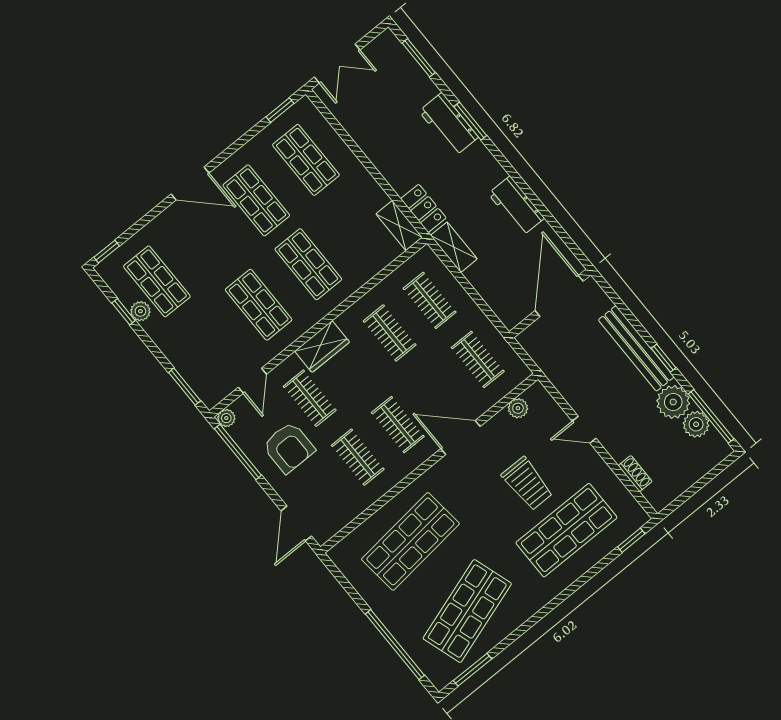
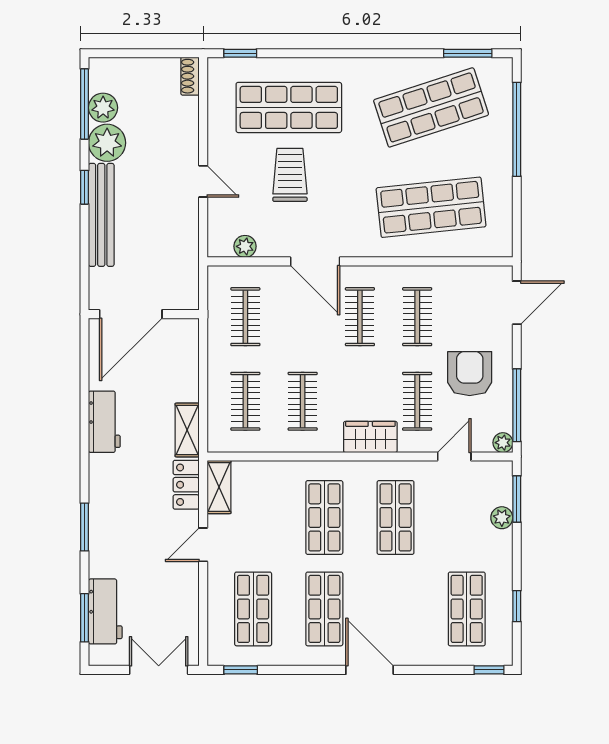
workbench: (449, 124) -> (105, 611), moved
door: (377, 176) -> (203, 545), added
plant: (140, 311) -> (502, 518), moved
shoe rack: (635, 474) -> (190, 76), moved

